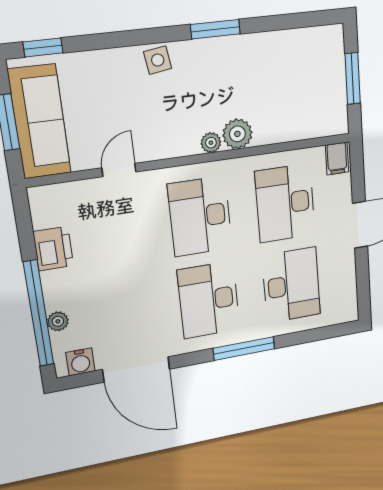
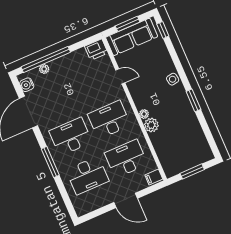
printer: (53, 249) -> (96, 50), moved

